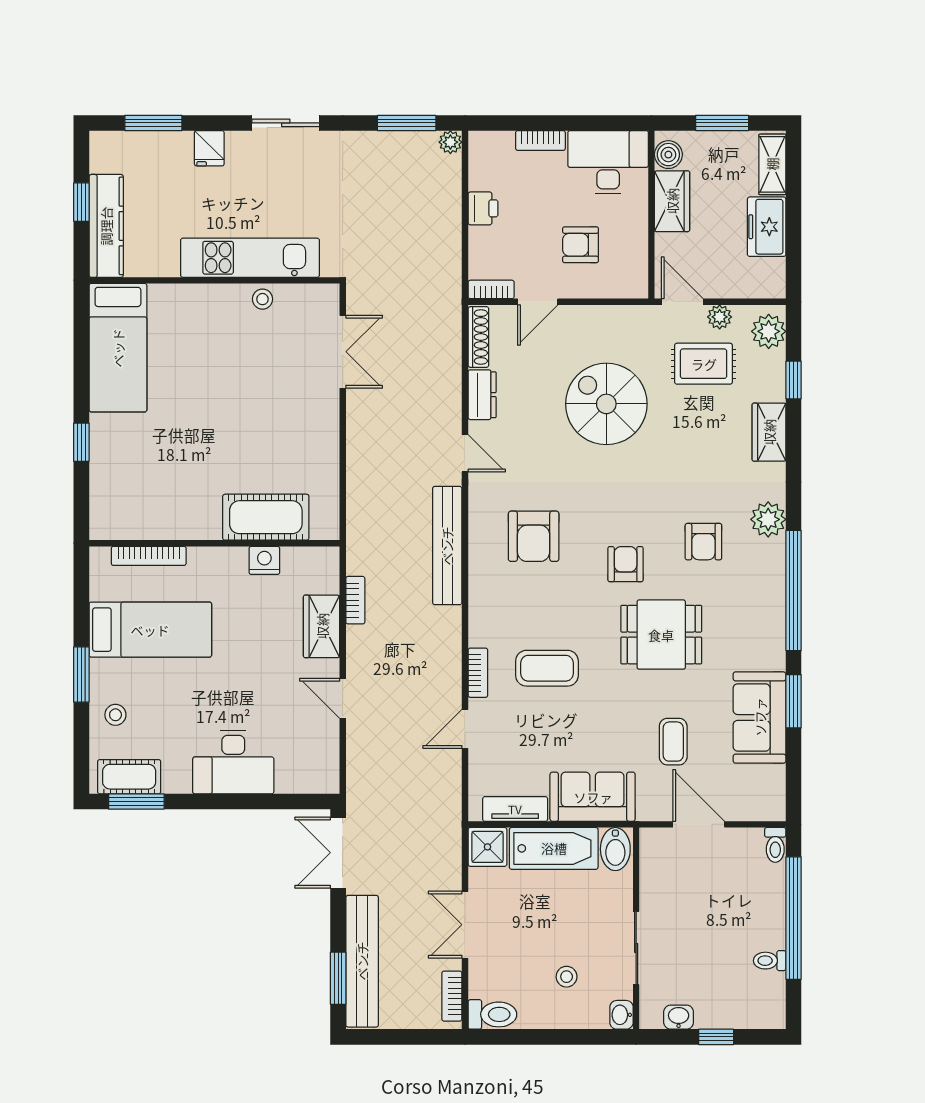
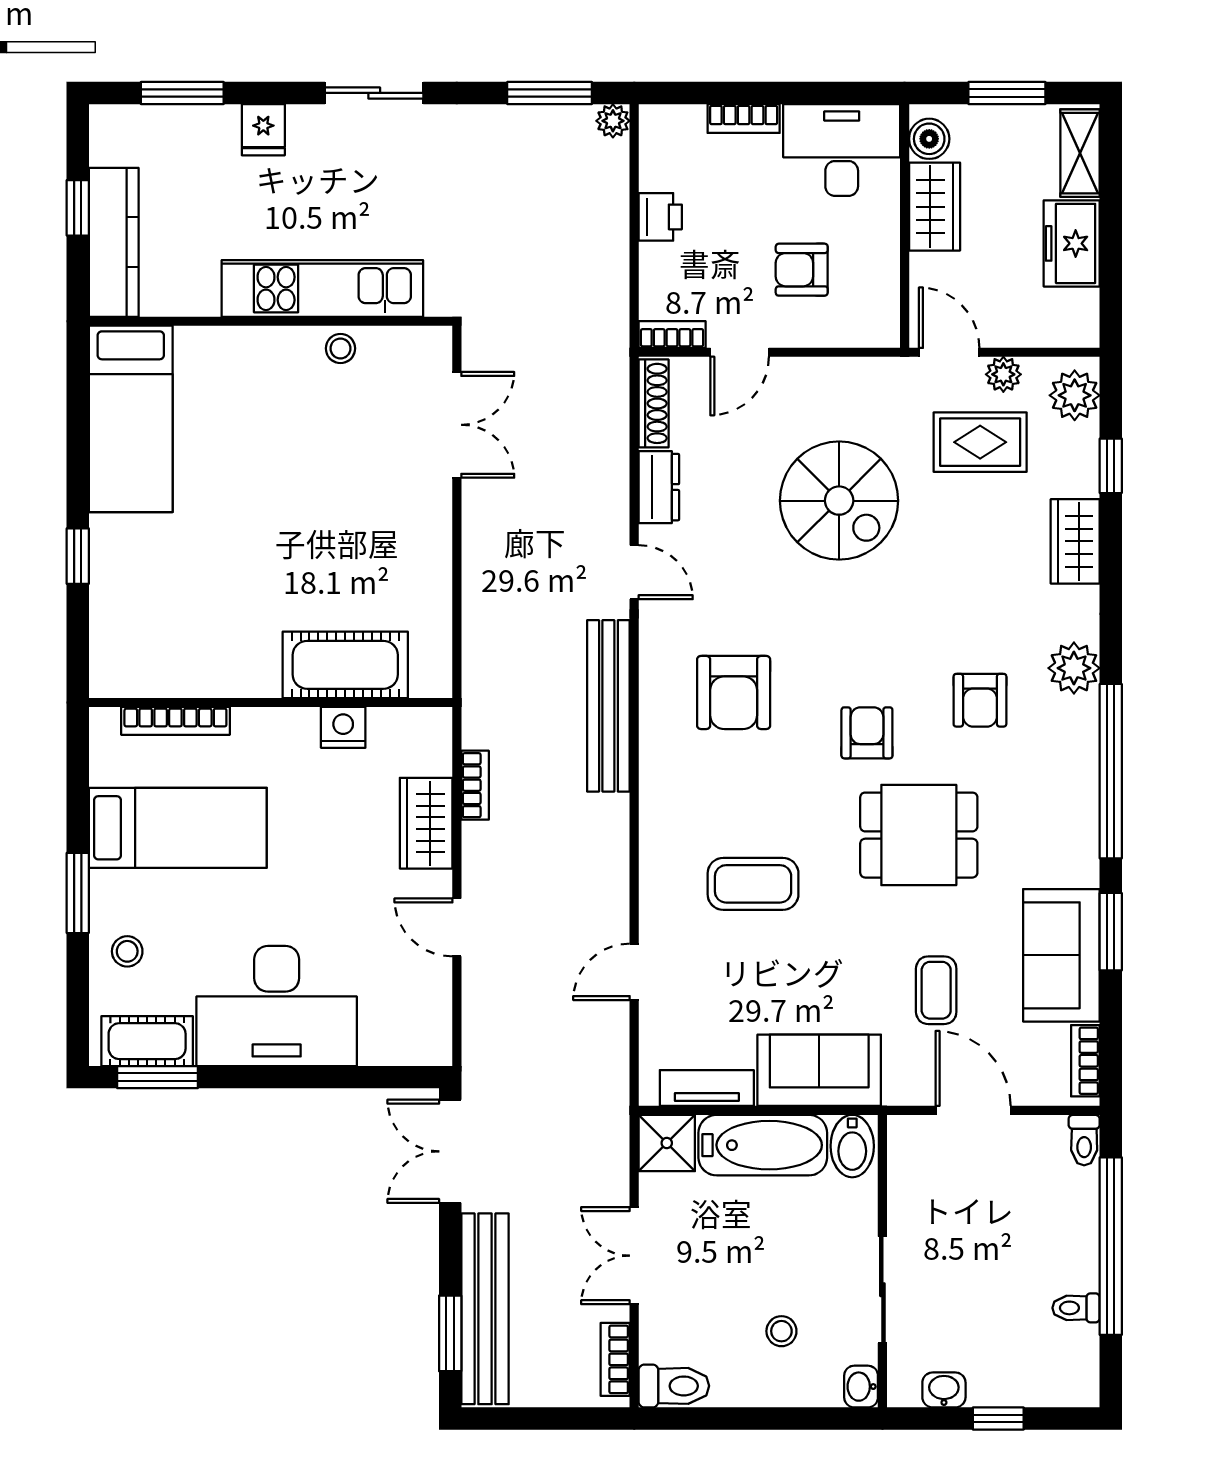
spiral stairs: (606, 404) -> (839, 501), turned 180
bookcase: (478, 673) -> (1085, 1061), moved, turned 180
desk: (233, 762) -> (277, 1006), width x1.36, depth x1.30

